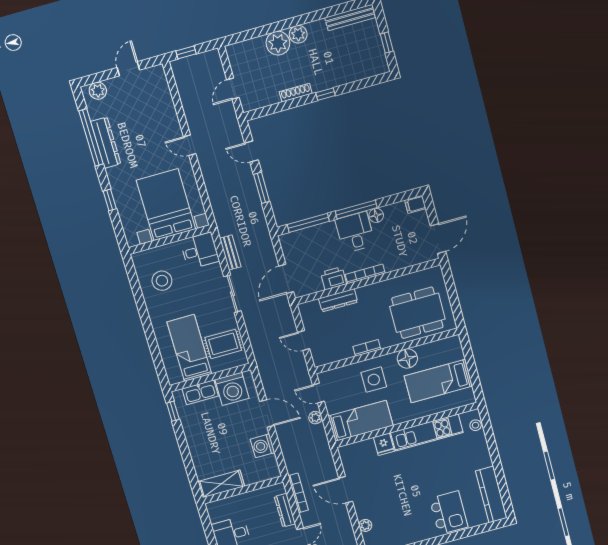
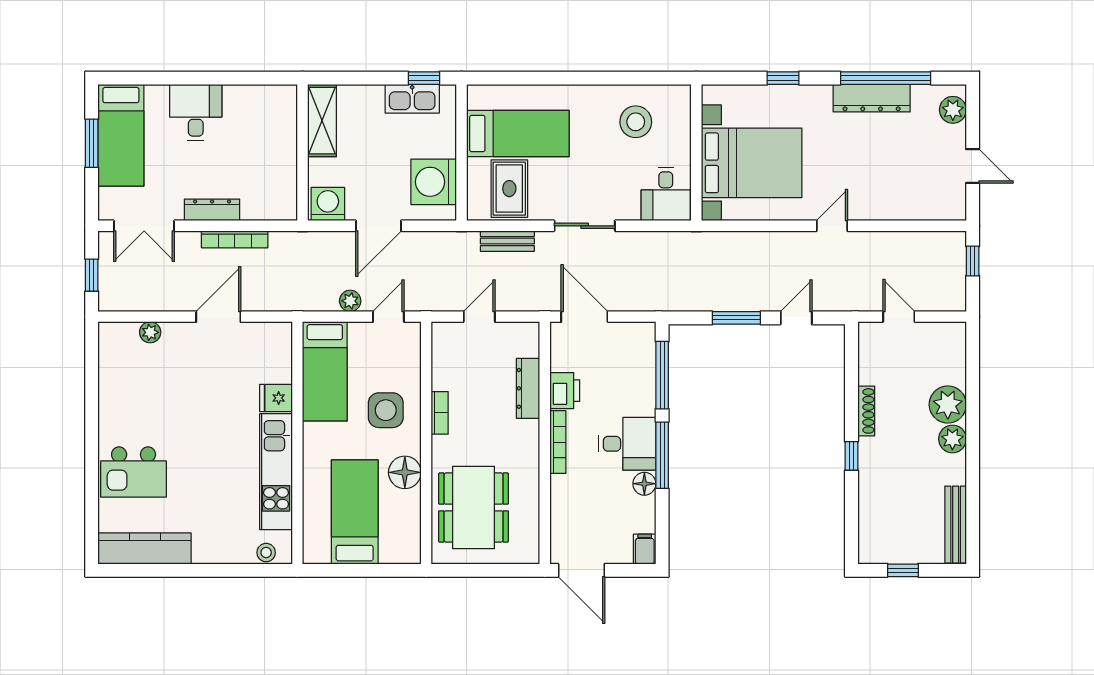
bench: (230, 253) -> (507, 241), moved
kitchen sink: (200, 392) -> (412, 99), moved, turned -90
shelving: (221, 484) -> (322, 121), moved
wall: (243, 490) -> (302, 153), moved

